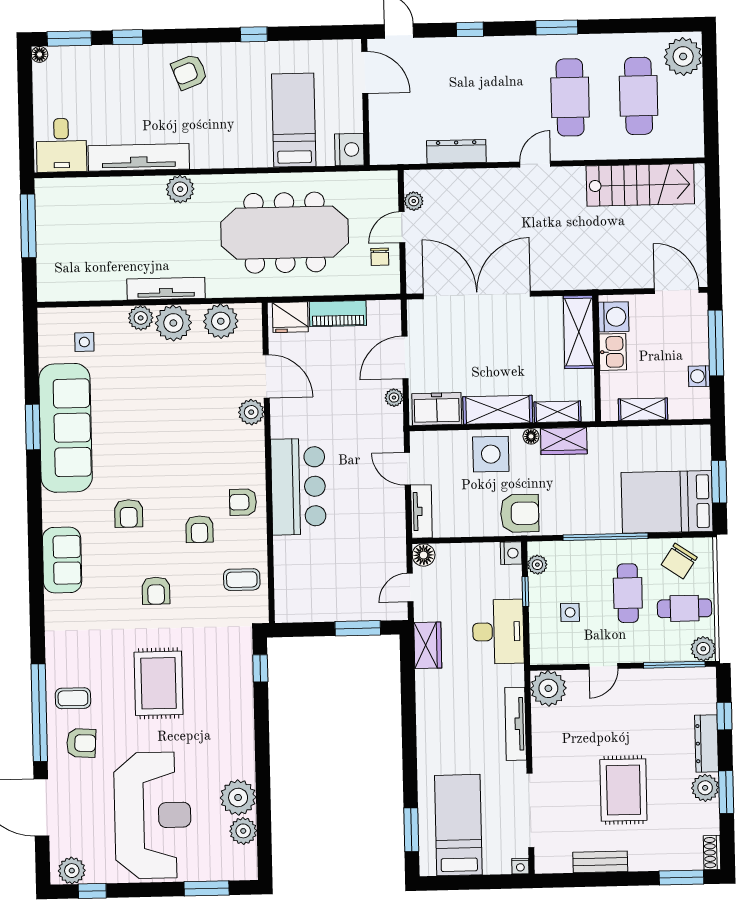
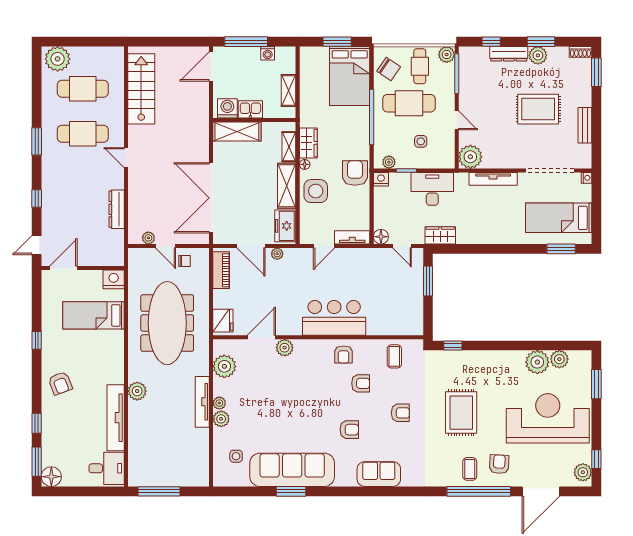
floor lamp: (40, 54) -> (51, 477), width x1.89, depth x1.89
piano: (338, 314) -> (221, 270), moved
plant: (173, 323) -> (219, 403), width x0.53, depth x0.53
cafe table: (628, 593) -> (409, 103), width x1.37, depth x1.35
rug: (159, 683) -> (461, 413), turned 90

